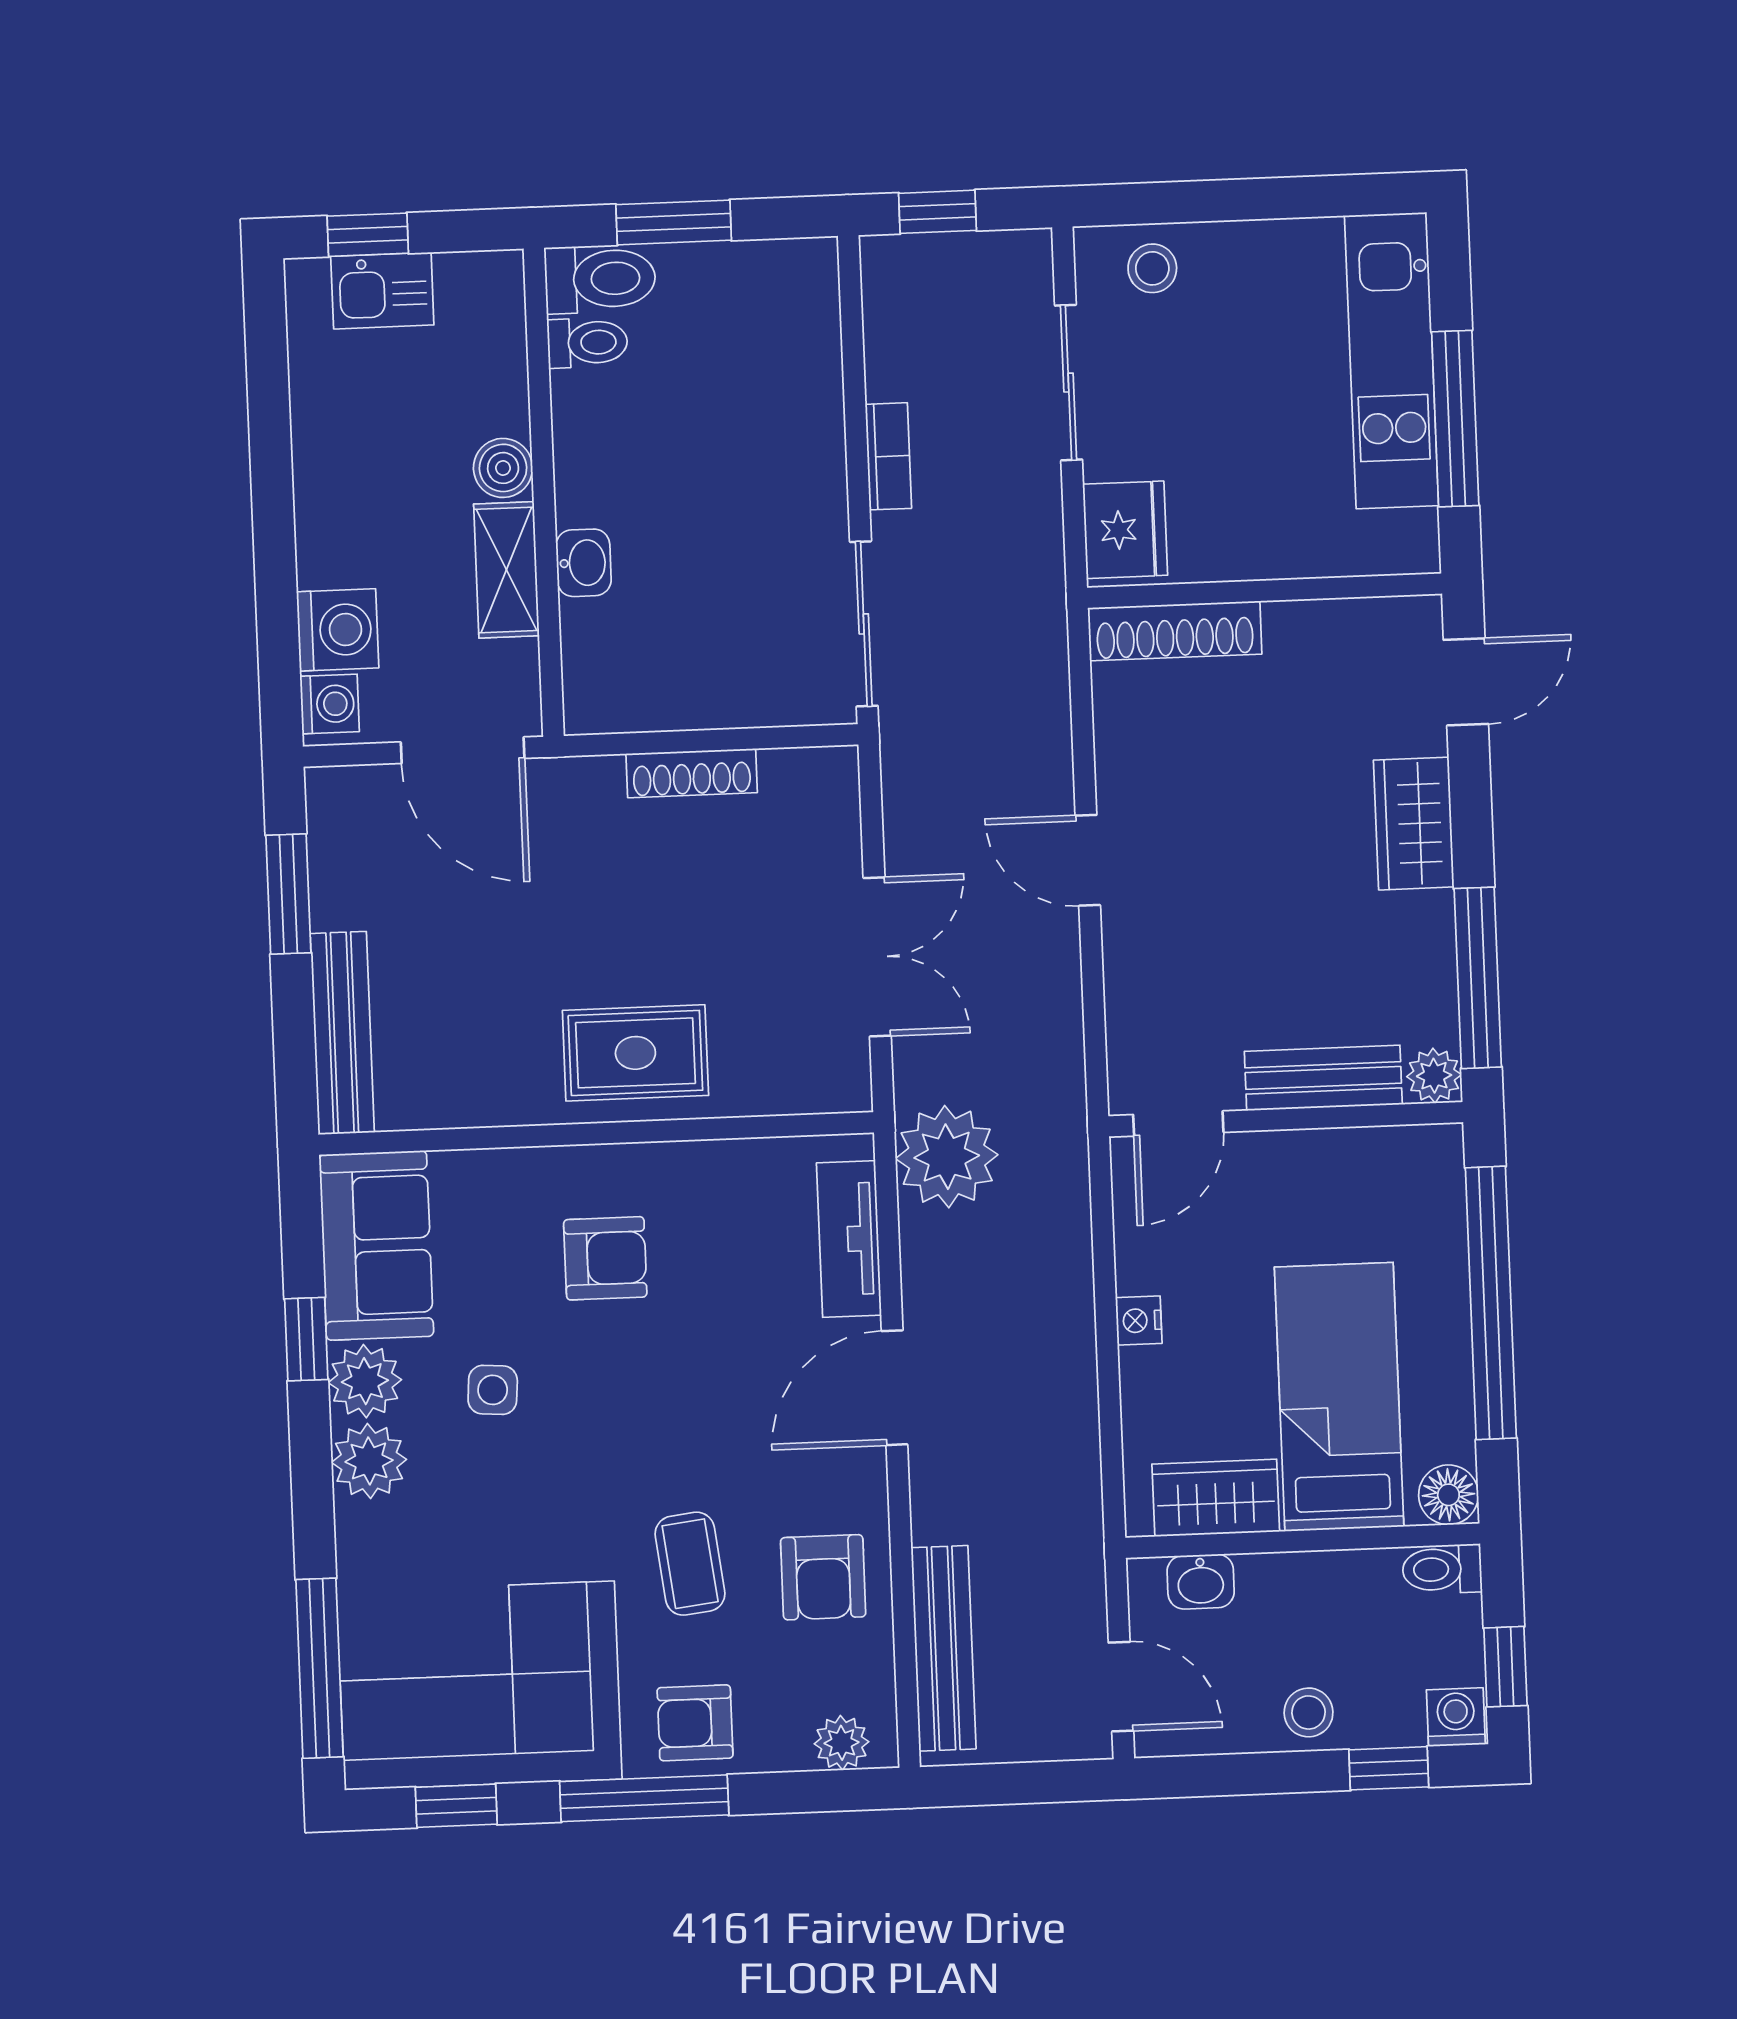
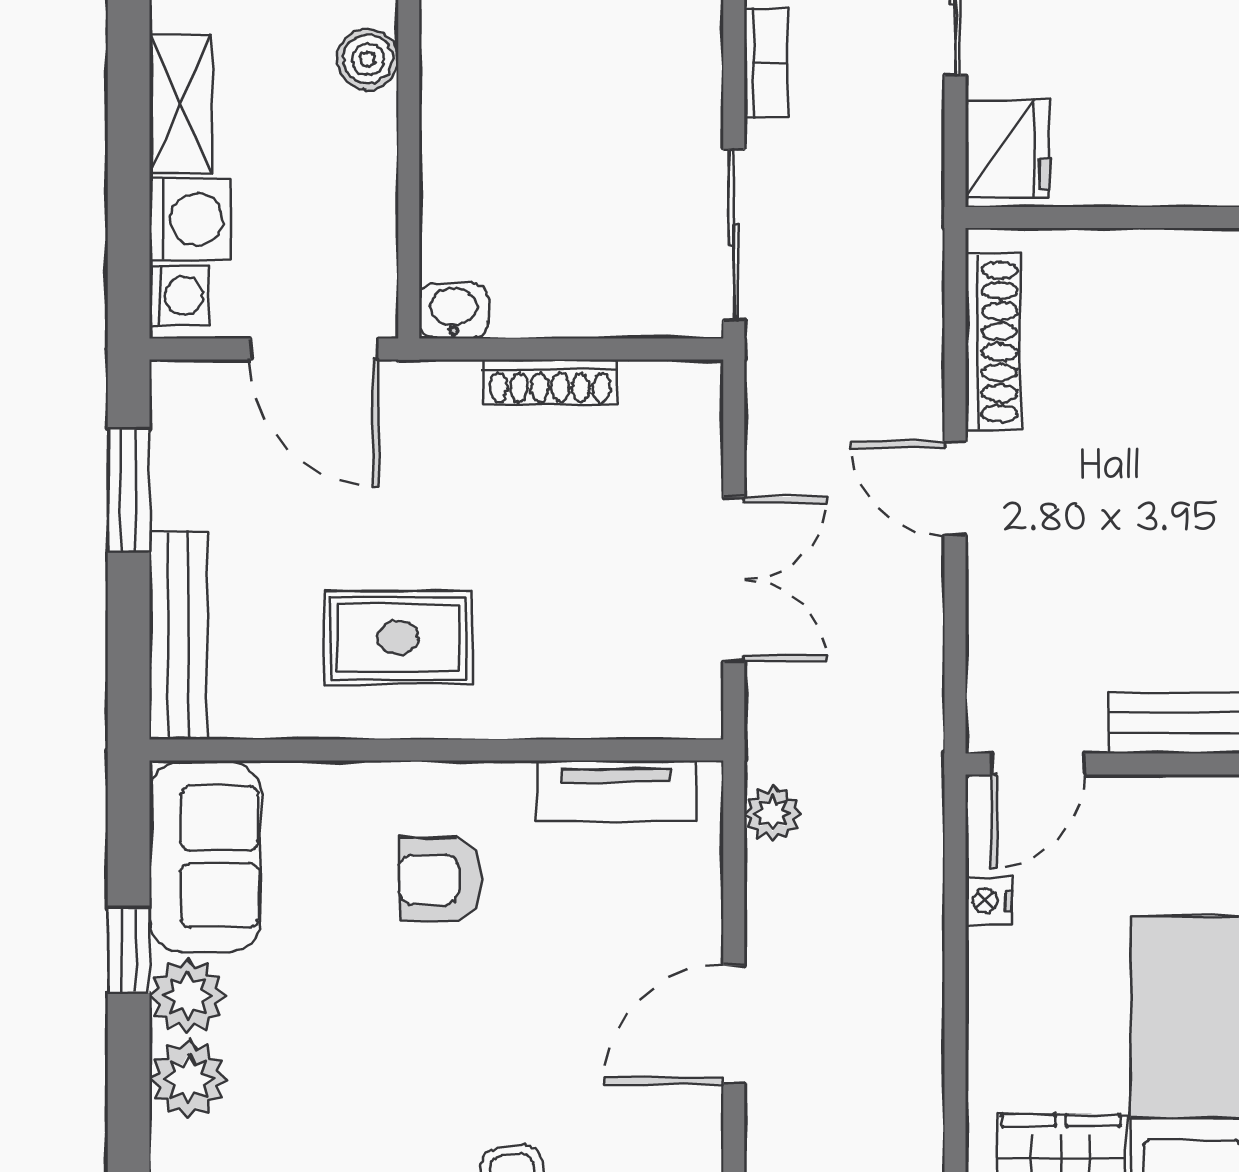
washbasin: (583, 563) -> (454, 311), moved, turned -90
shelving: (506, 570) -> (181, 104), moved
shoe rack: (1175, 631) -> (993, 342), moved, turned -90
rug: (635, 1053) -> (398, 638), moved
plant: (947, 1157) -> (772, 813), width x0.53, depth x0.53
tv unit: (849, 1239) -> (617, 791), moved, turned -90
armchair: (605, 1258) -> (441, 879), turned 180
nightstand: (1139, 1321) -> (989, 901), moved
side table: (493, 1390) -> (319, 1010), removed

